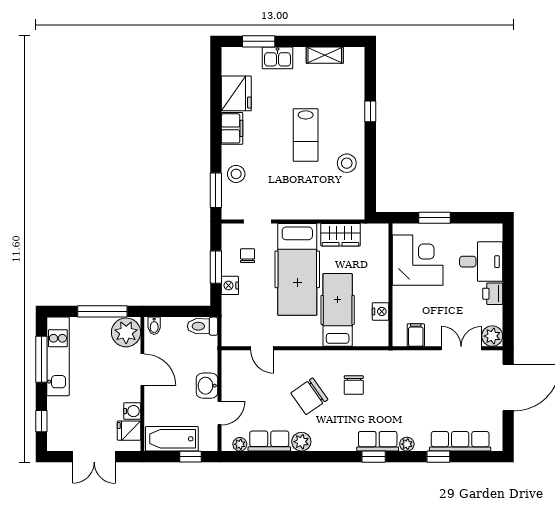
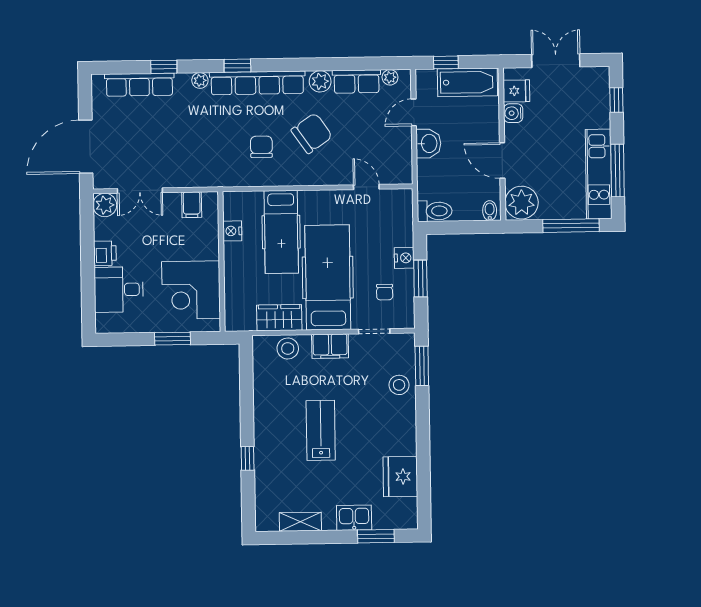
filing cabinet: (232, 128) -> (330, 346), moved, turned -90
stool: (347, 163) -> (288, 348), moved
window: (102, 311) -> (571, 226), moved
row of seats: (378, 441) -> (257, 83), width x2.02

